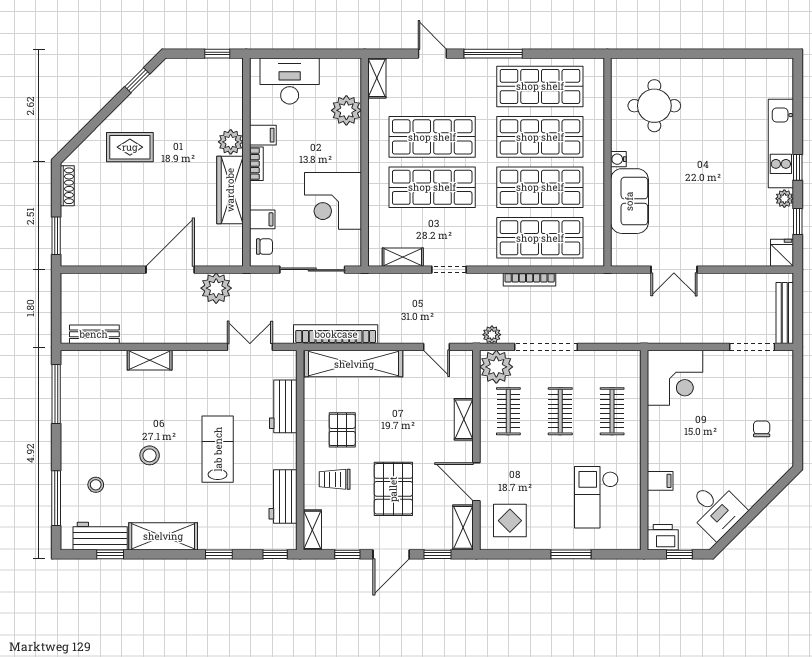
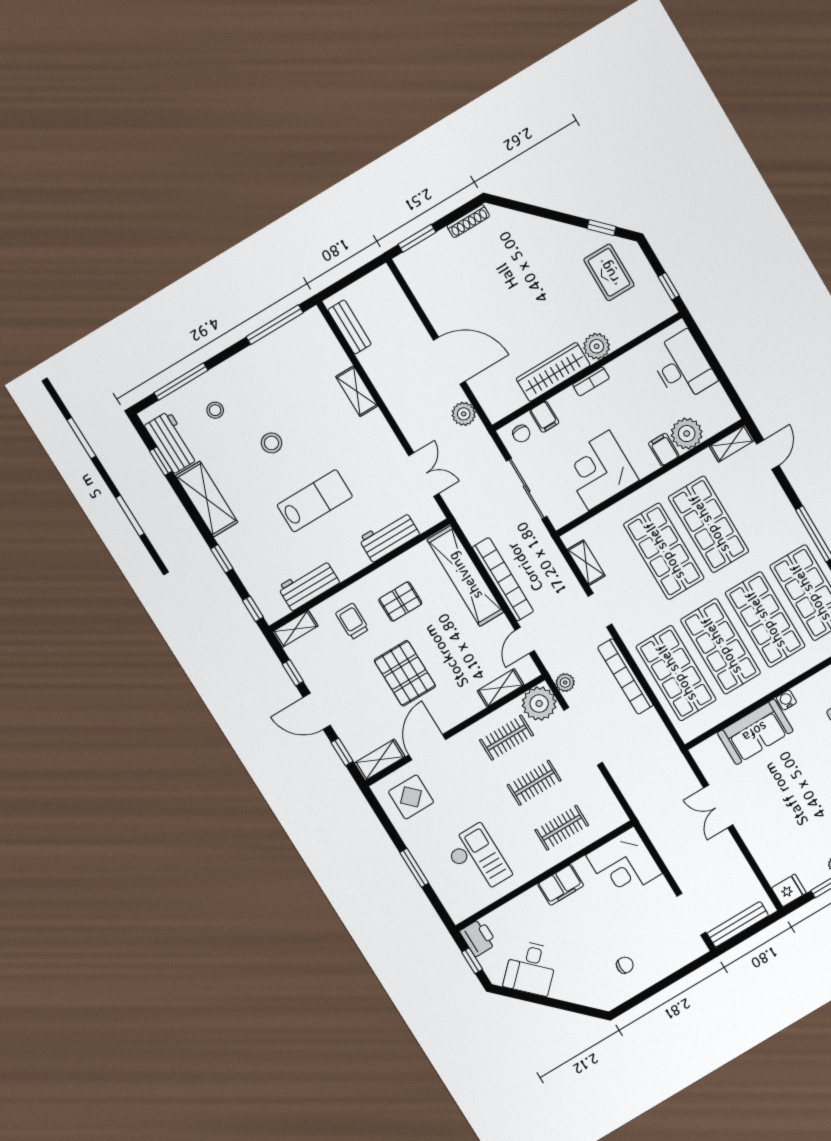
door: (432, 54) -> (768, 455), moved
filing cabinet: (263, 135) -> (664, 450), moved, turned 180
rug: (130, 147) -> (609, 272), moved
bookcase: (530, 279) -> (625, 676), width x1.48, depth x1.31
plant: (216, 288) -> (464, 414), width x0.73, depth x0.73
bookcase: (336, 334) -> (503, 579), moved
shelving: (464, 419) -> (501, 688), moved
filing cabinet: (660, 481) -> (561, 885), moved, width x2.00
pallet: (393, 489) -> (405, 673), moved, turned 90
checkout: (596, 497) -> (478, 860), turned 90

